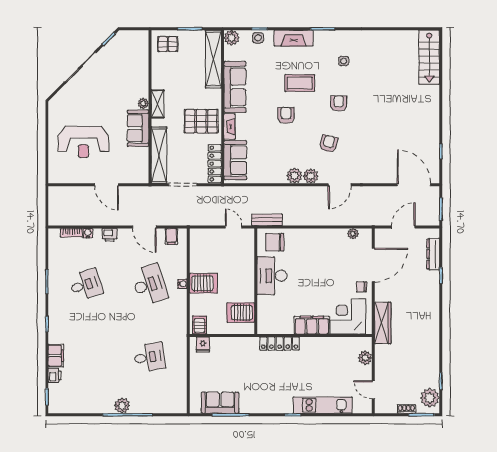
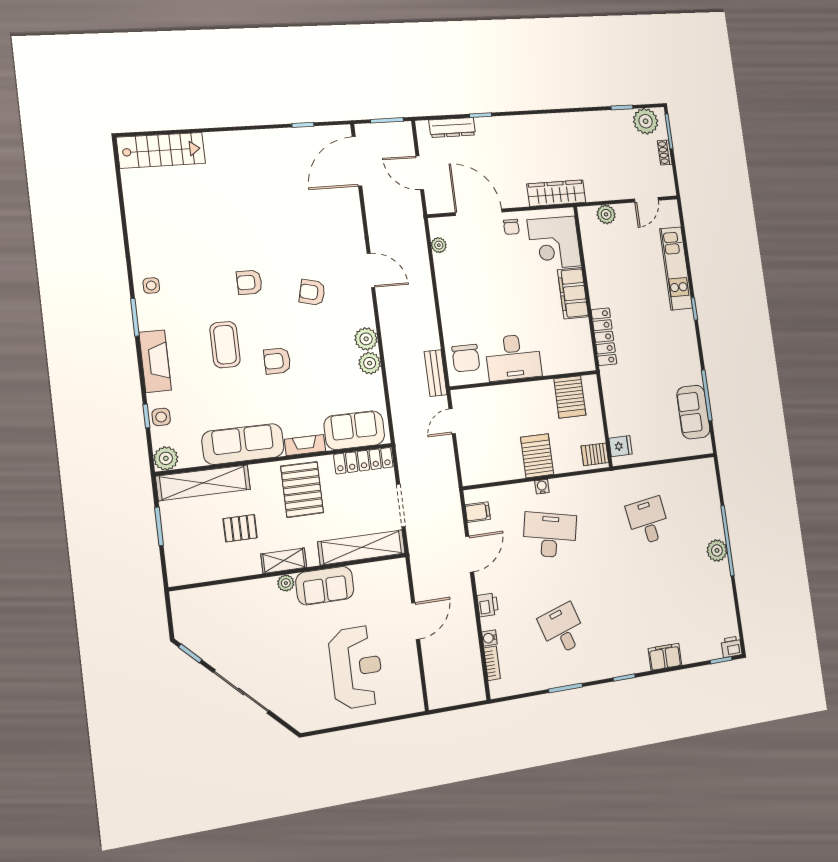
pallet: (168, 44) -> (240, 528), moved, turned 90
side table: (344, 61) -> (151, 285), moved
plant: (311, 176) -> (370, 363), moved
desk: (149, 285) -> (550, 535), turned 30
printer: (55, 375) -> (731, 647), moved

